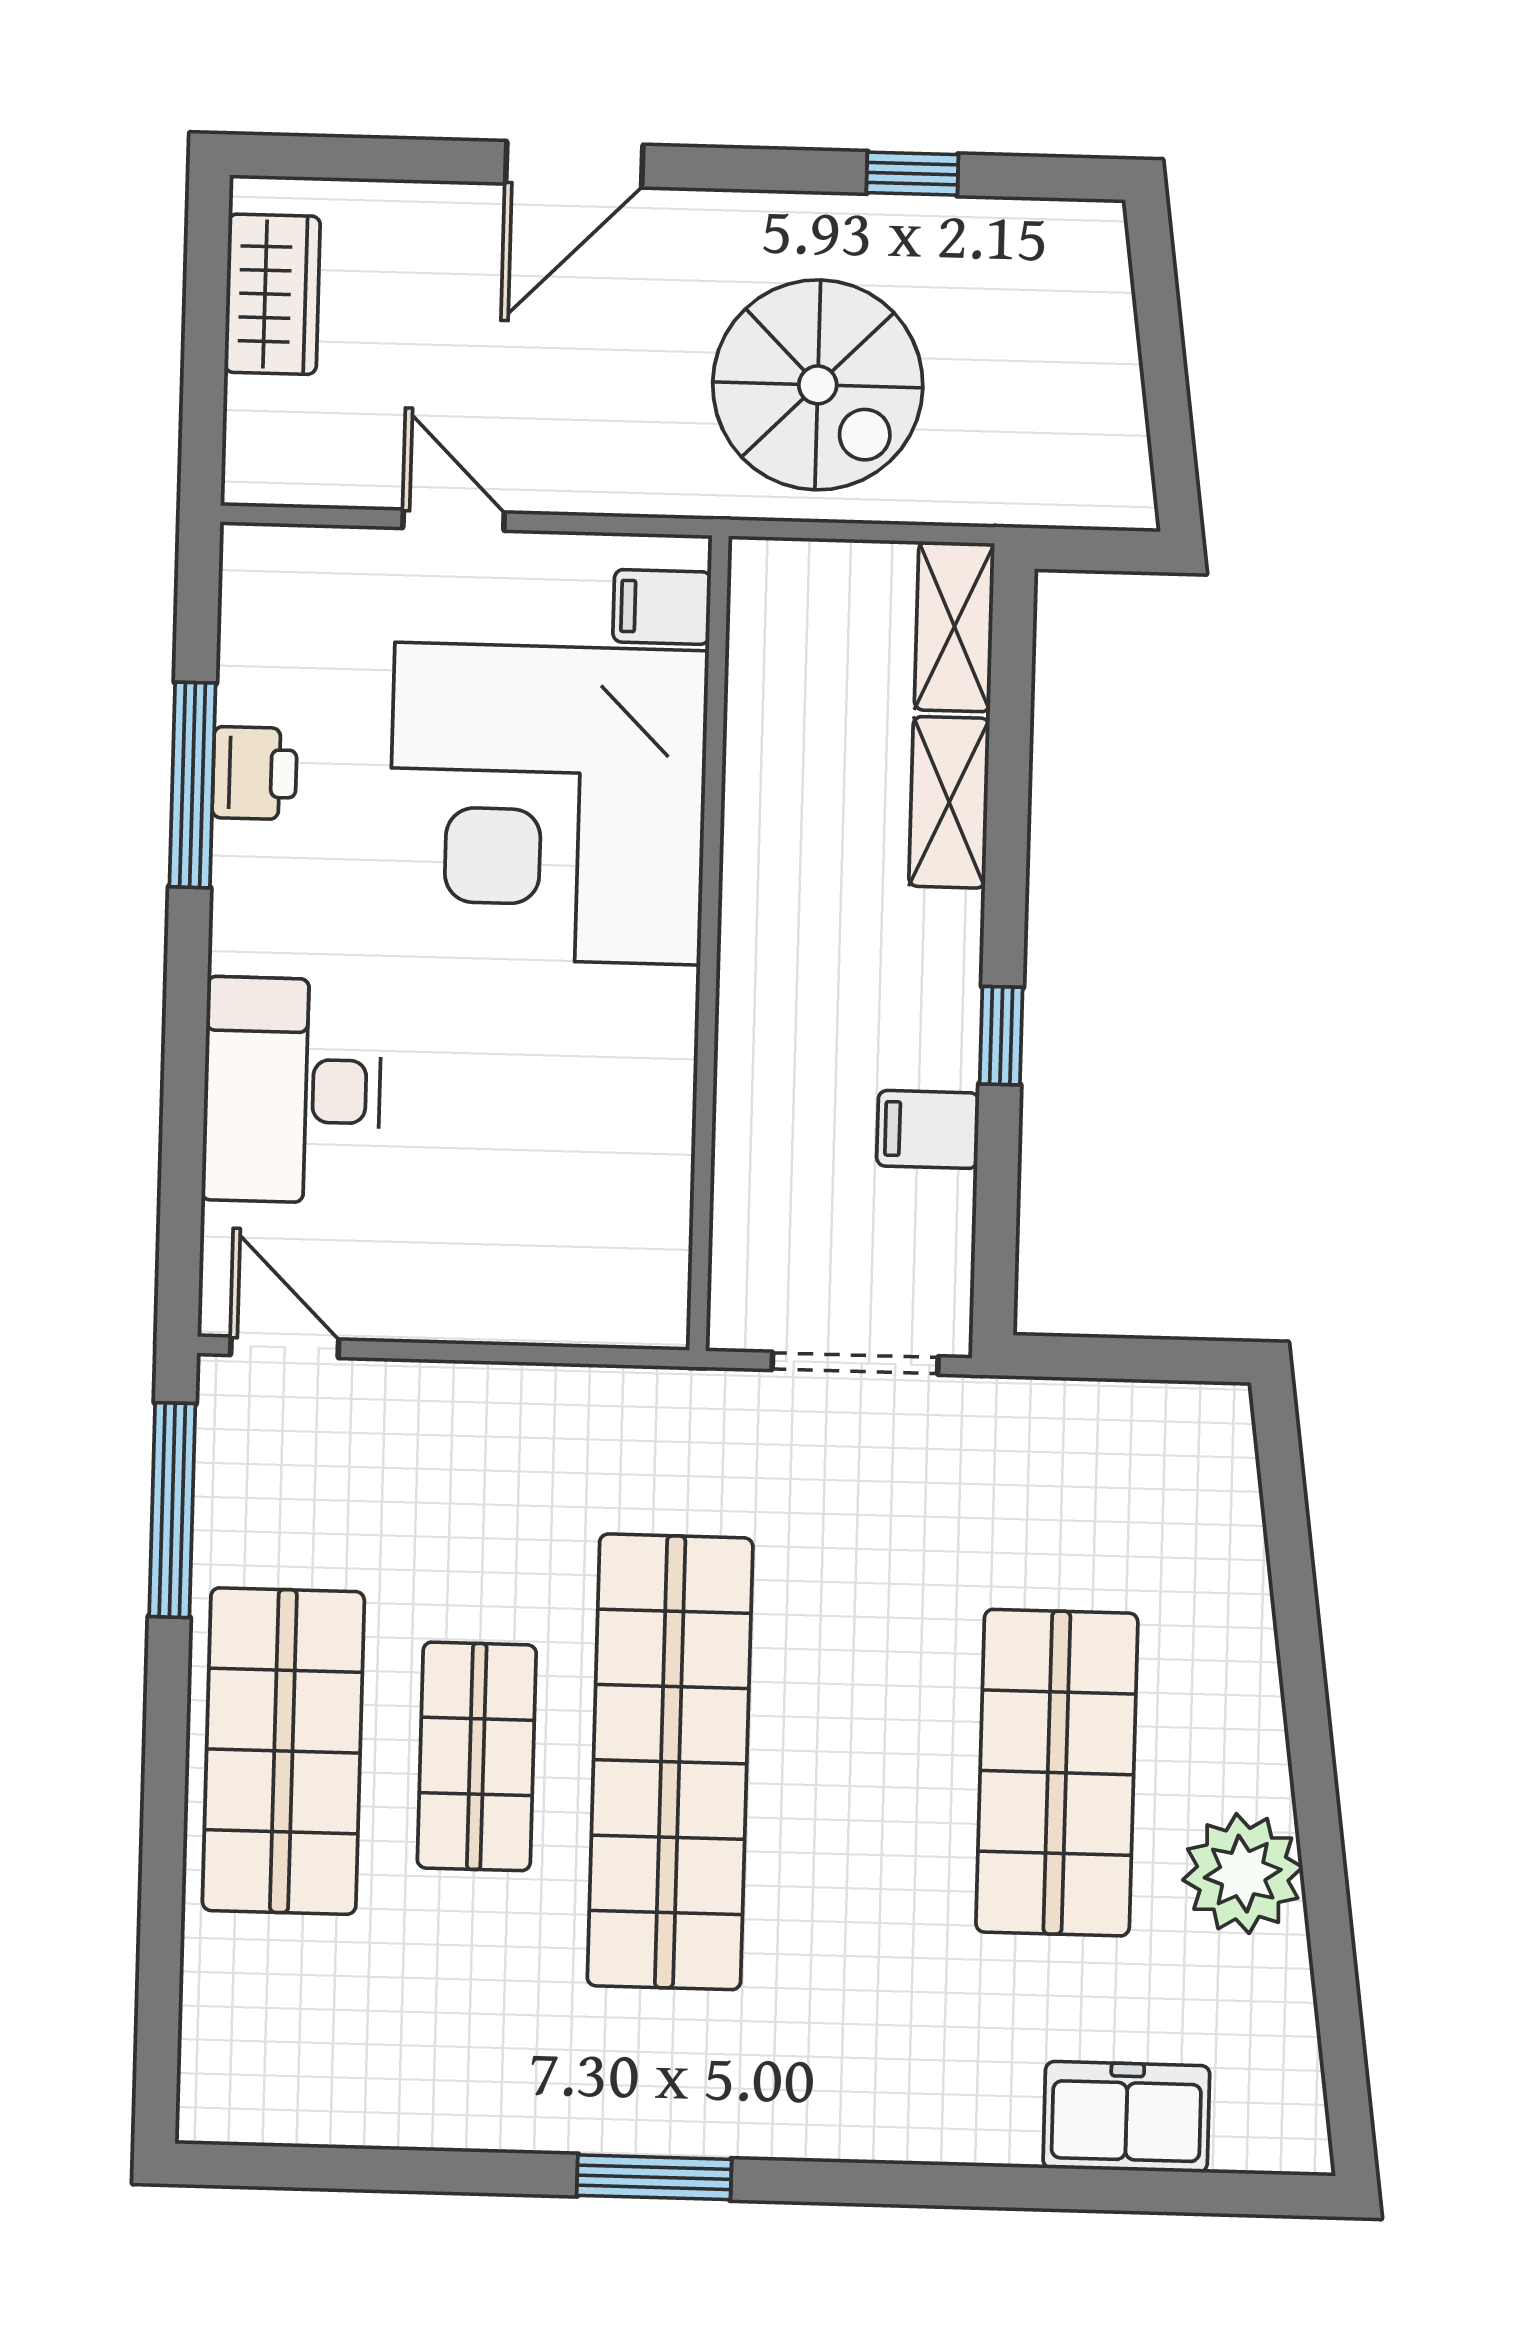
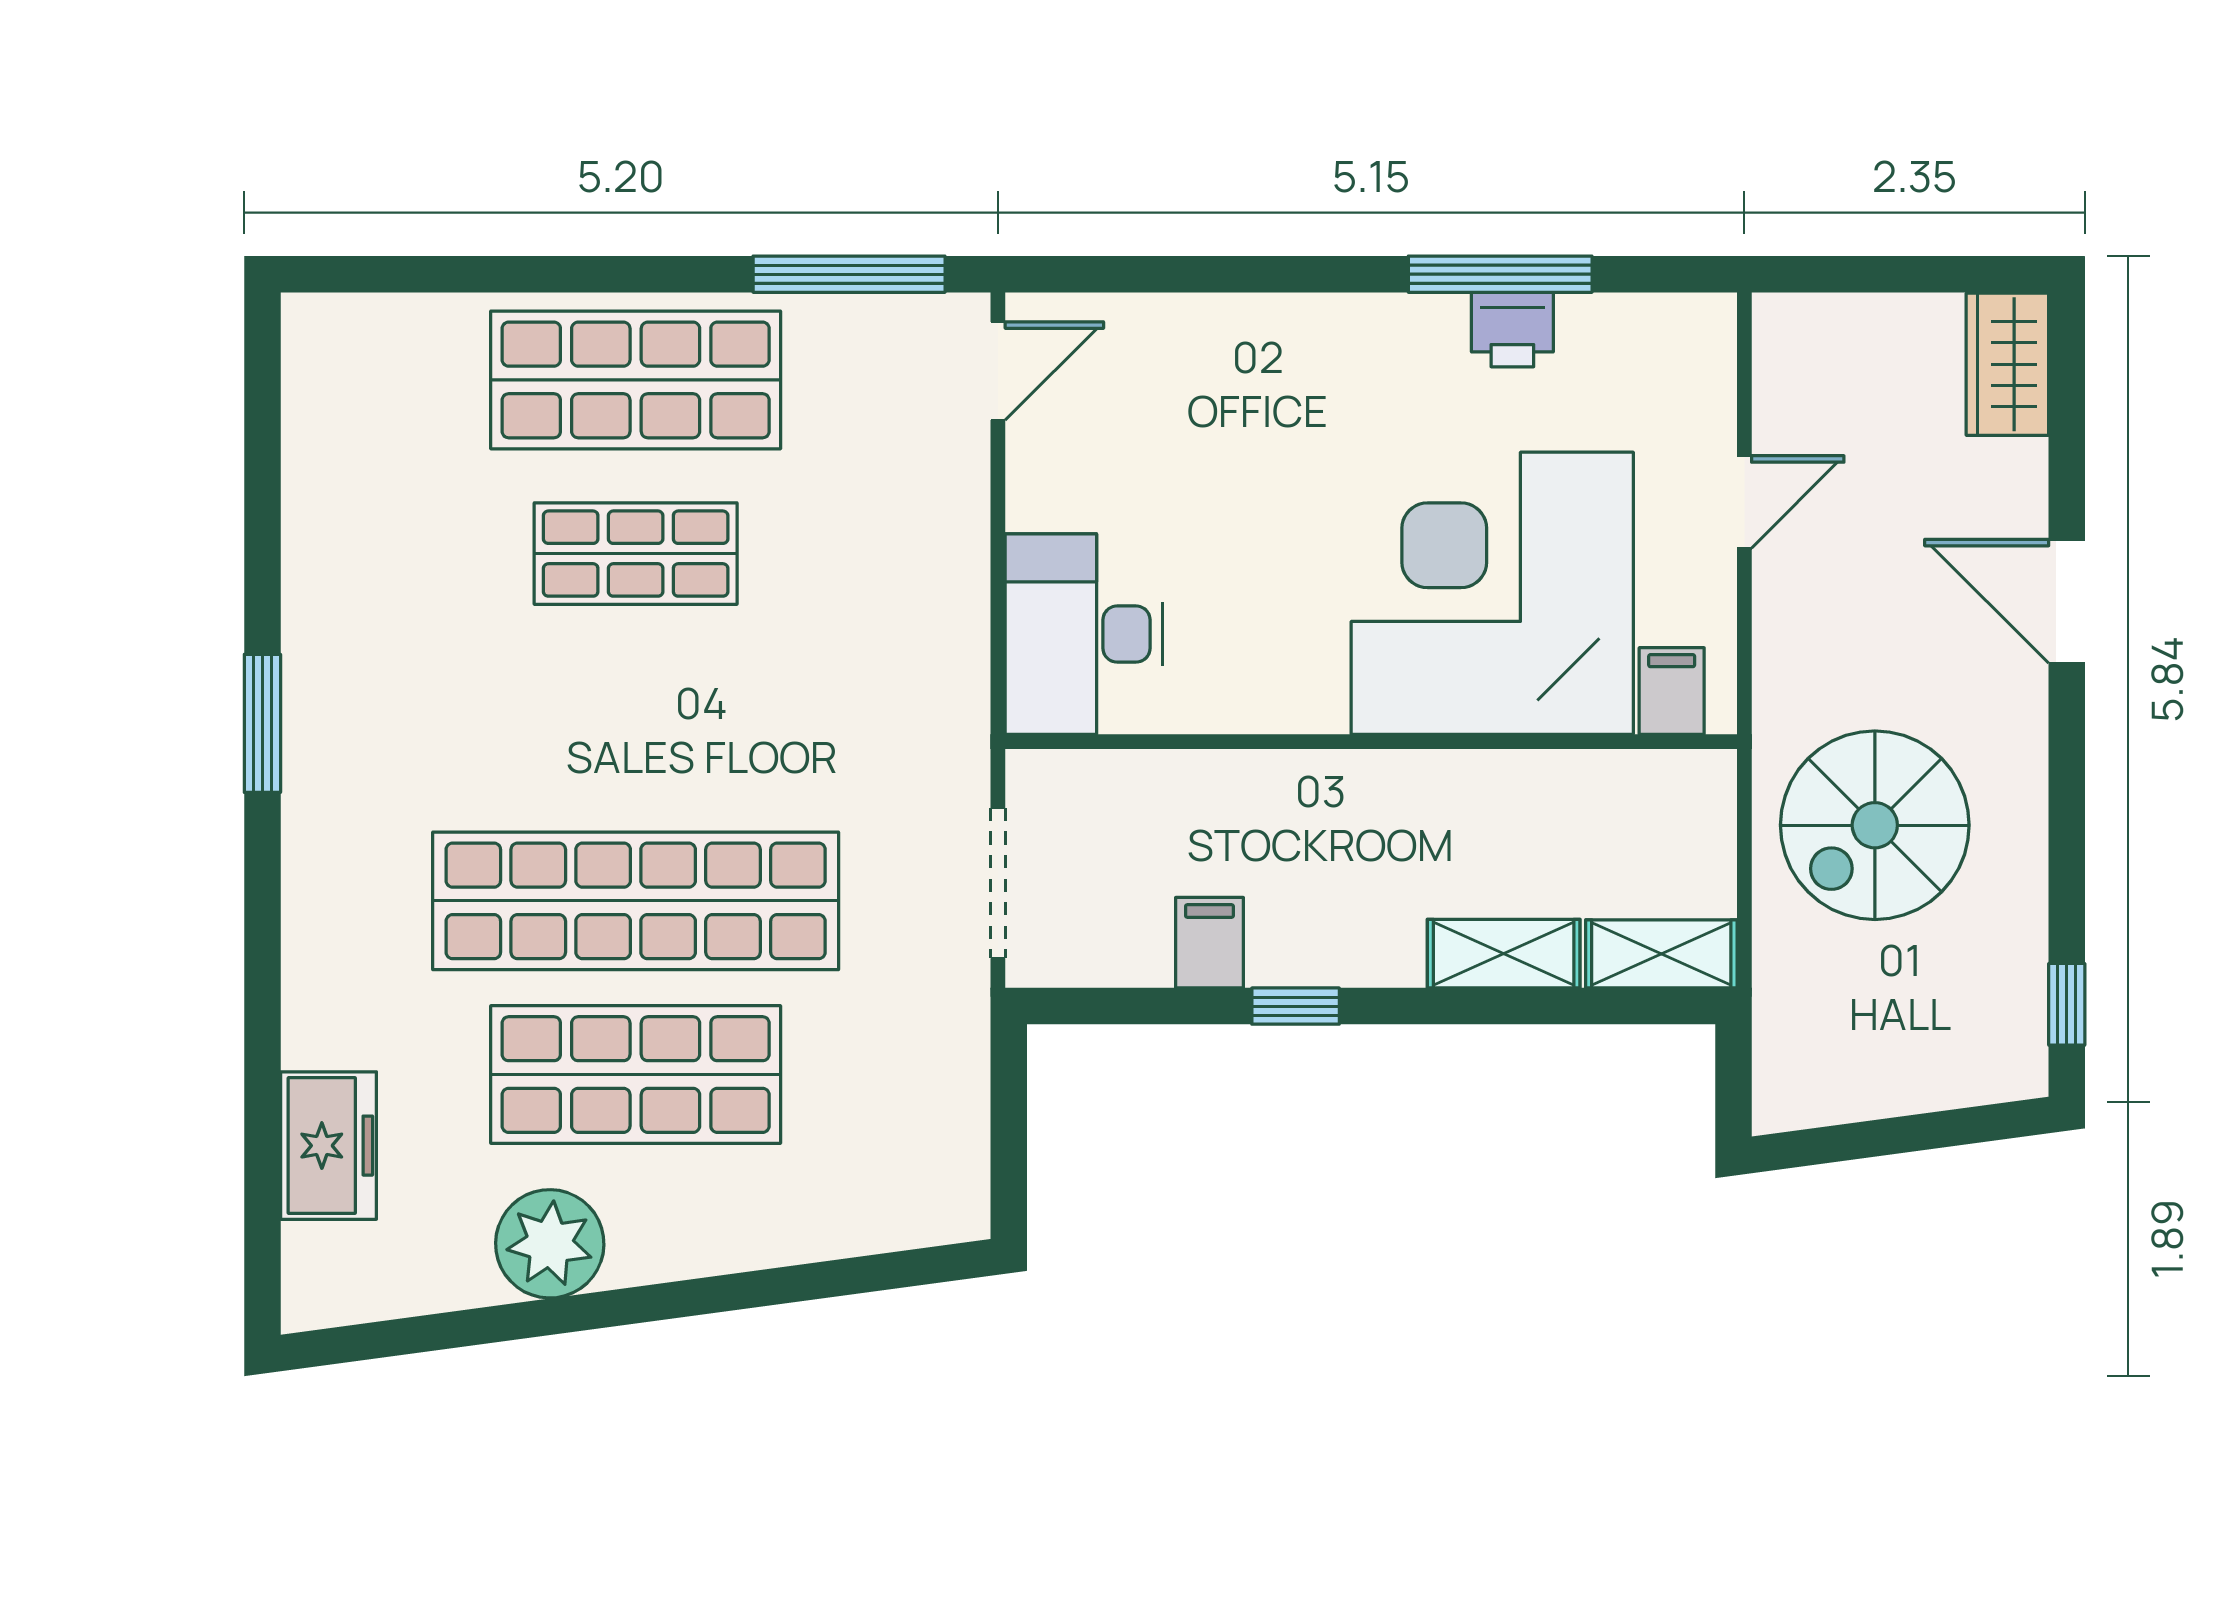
window: (912, 174) -> (2067, 1004), moved
wardrobe: (272, 294) -> (2007, 364), moved, turned 90
desk: (292, 1090) -> (1084, 634), moved, turned -90
shop shelf: (670, 1762) -> (636, 901), moved

